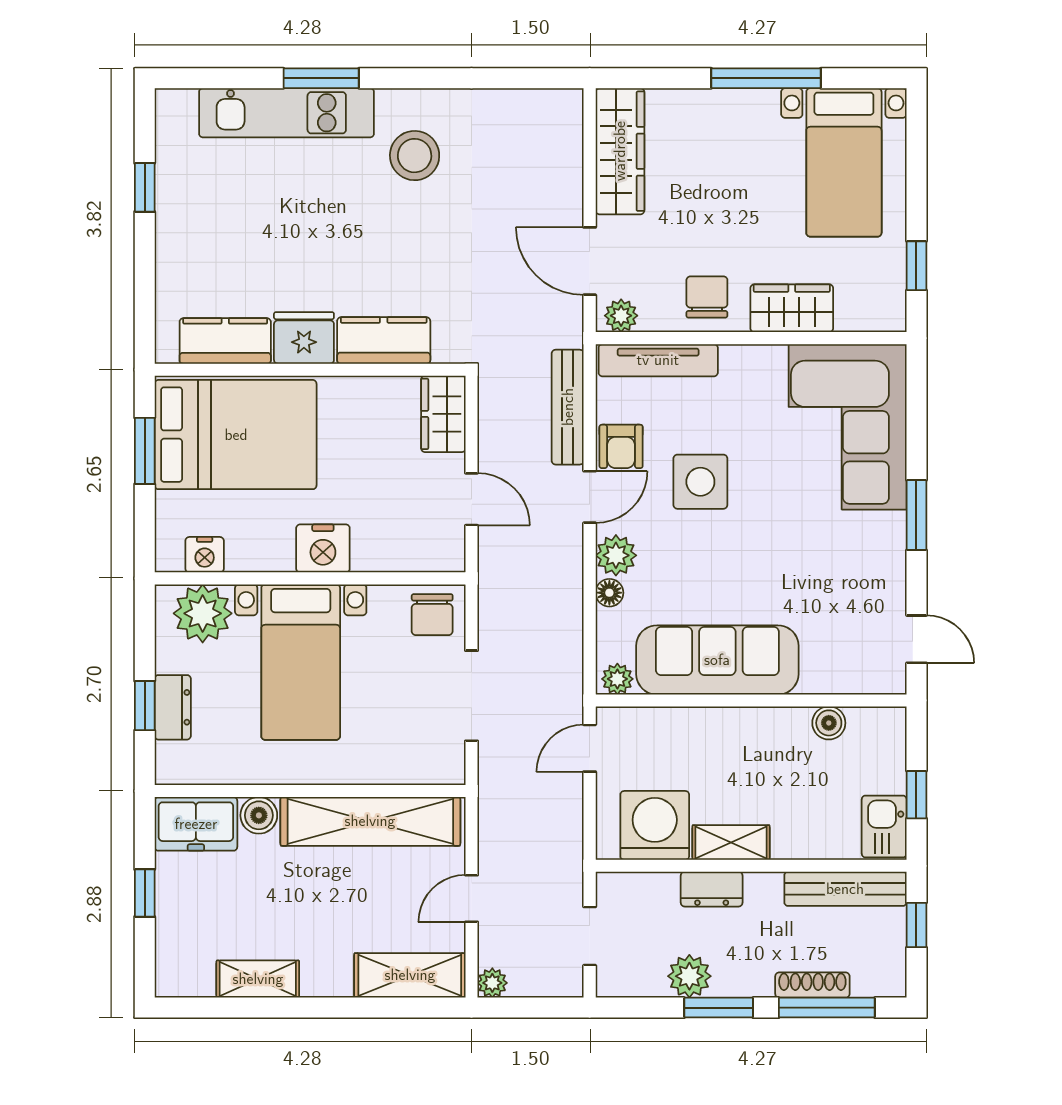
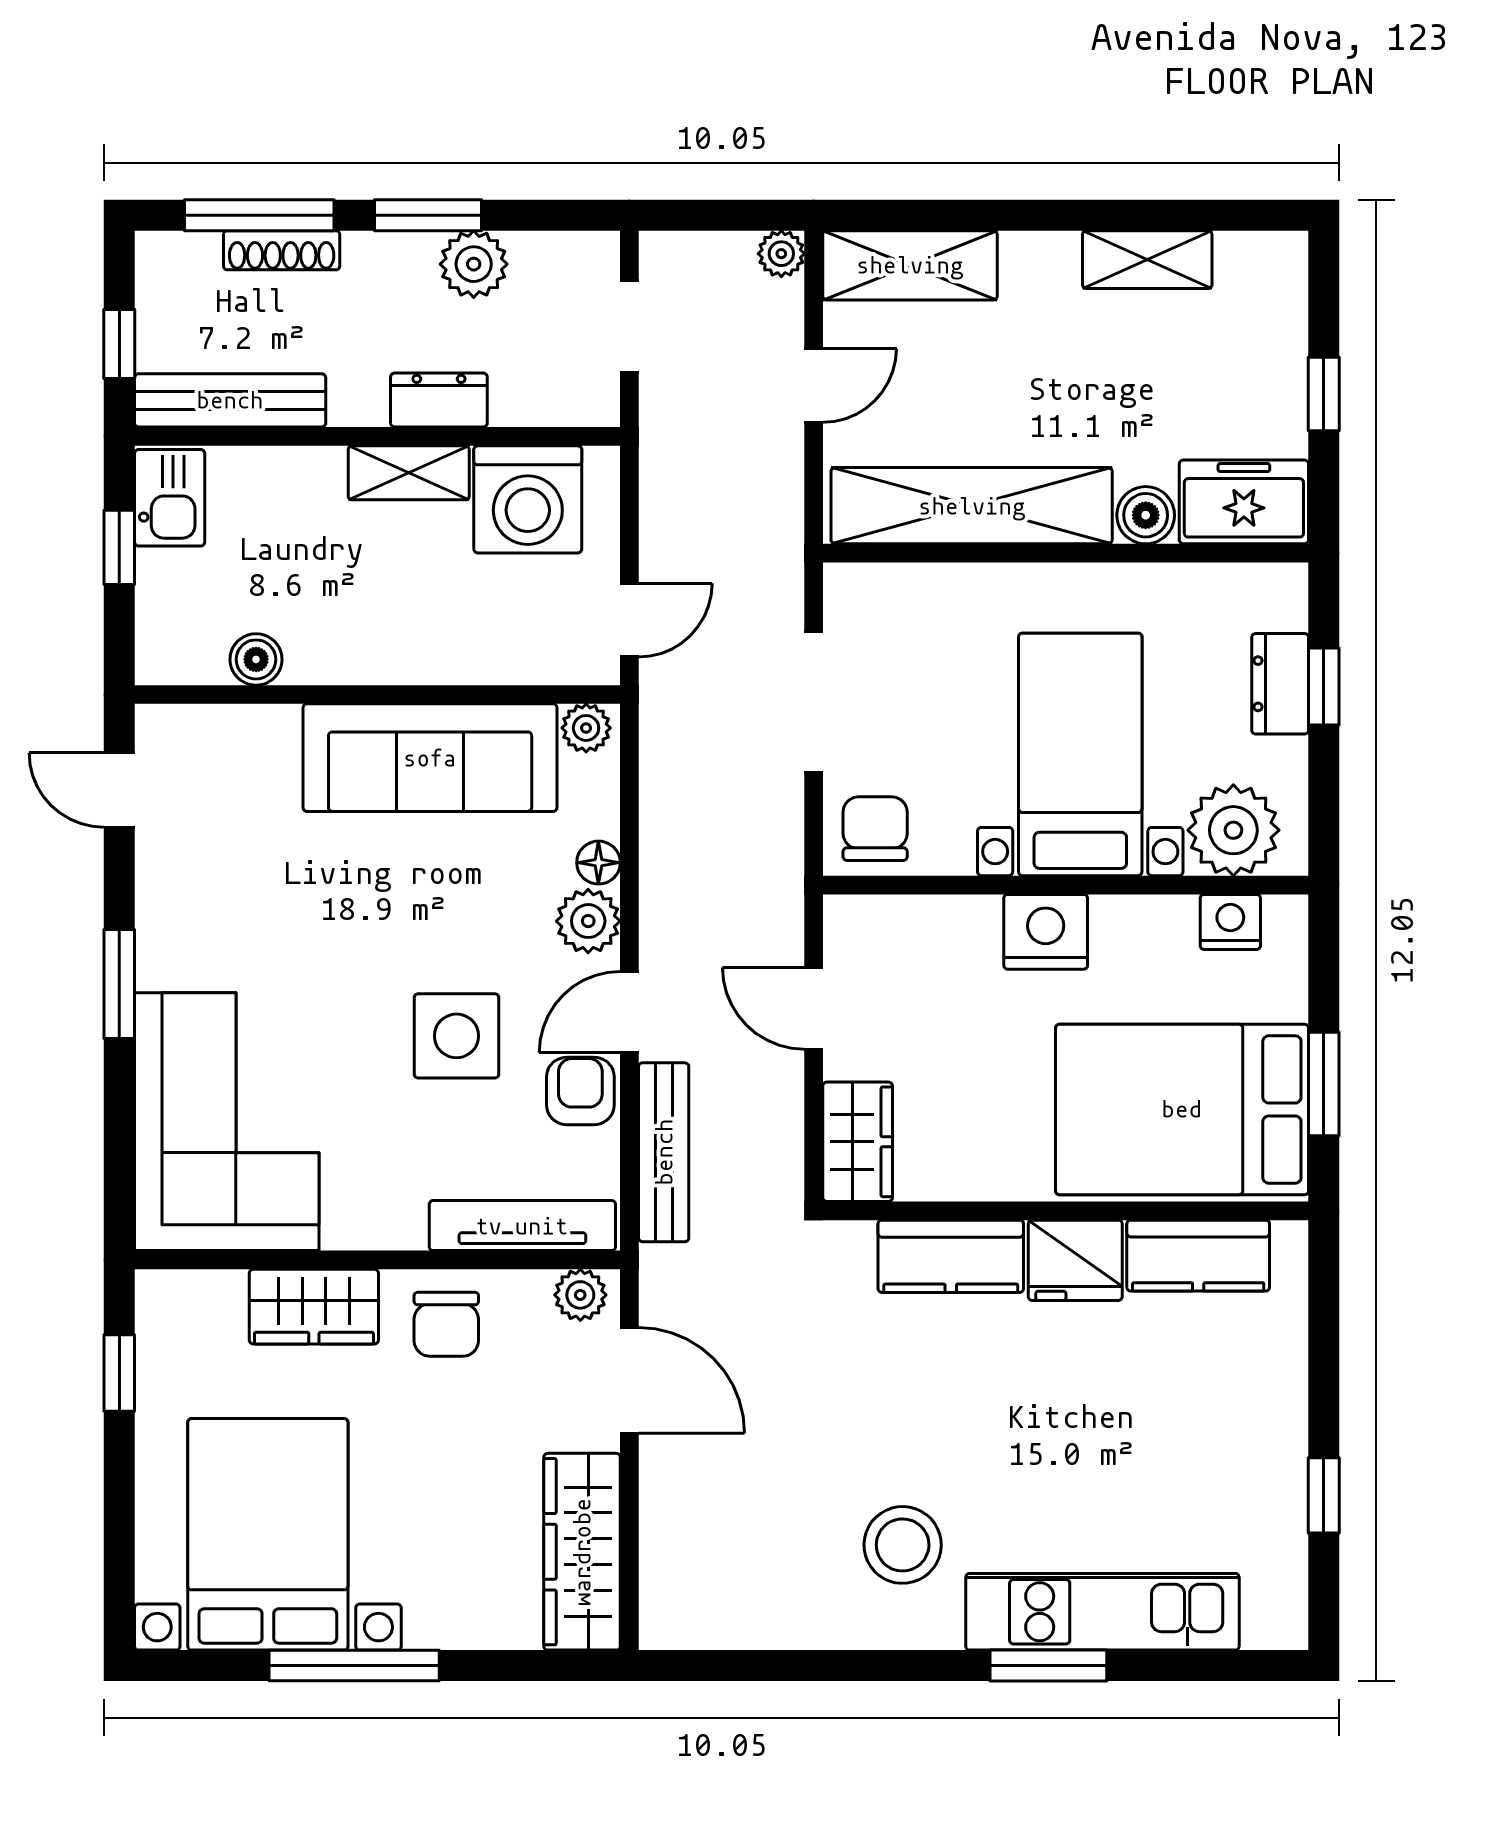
bed with nightstands: (844, 162) -> (268, 1534), width x1.36

